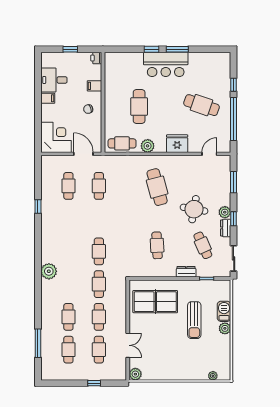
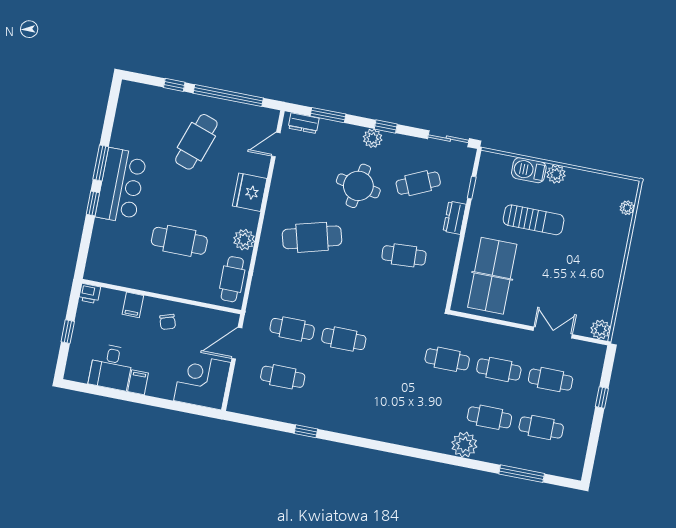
door: (209, 154) -> (276, 144), hinge flipped
dresser: (226, 228) -> (304, 123), moved
cafe table: (99, 251) -> (344, 339), moved
plant: (49, 271) -> (464, 445), moved

